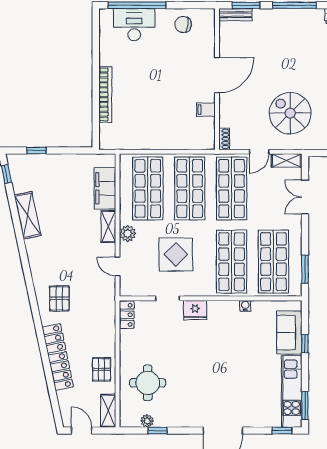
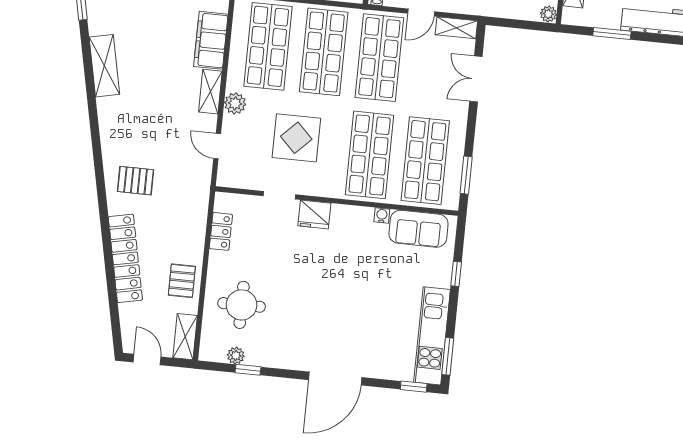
pallet: (59, 298) -> (136, 181), turned 90
locker: (127, 315) -> (221, 231), moved
sofa: (289, 333) -> (418, 229), moved, turned -90

